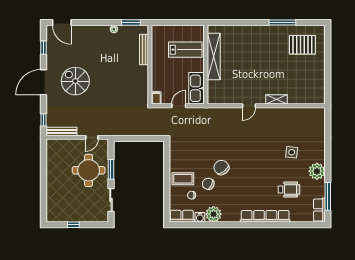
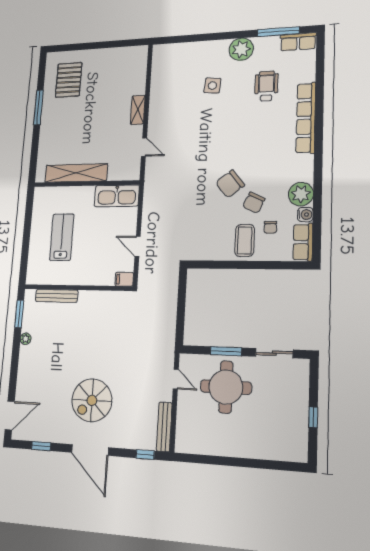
shelving: (214, 56) -> (76, 173), moved
wall: (206, 65) -> (86, 184), moved
kitchen sink: (196, 88) -> (117, 196), moved

